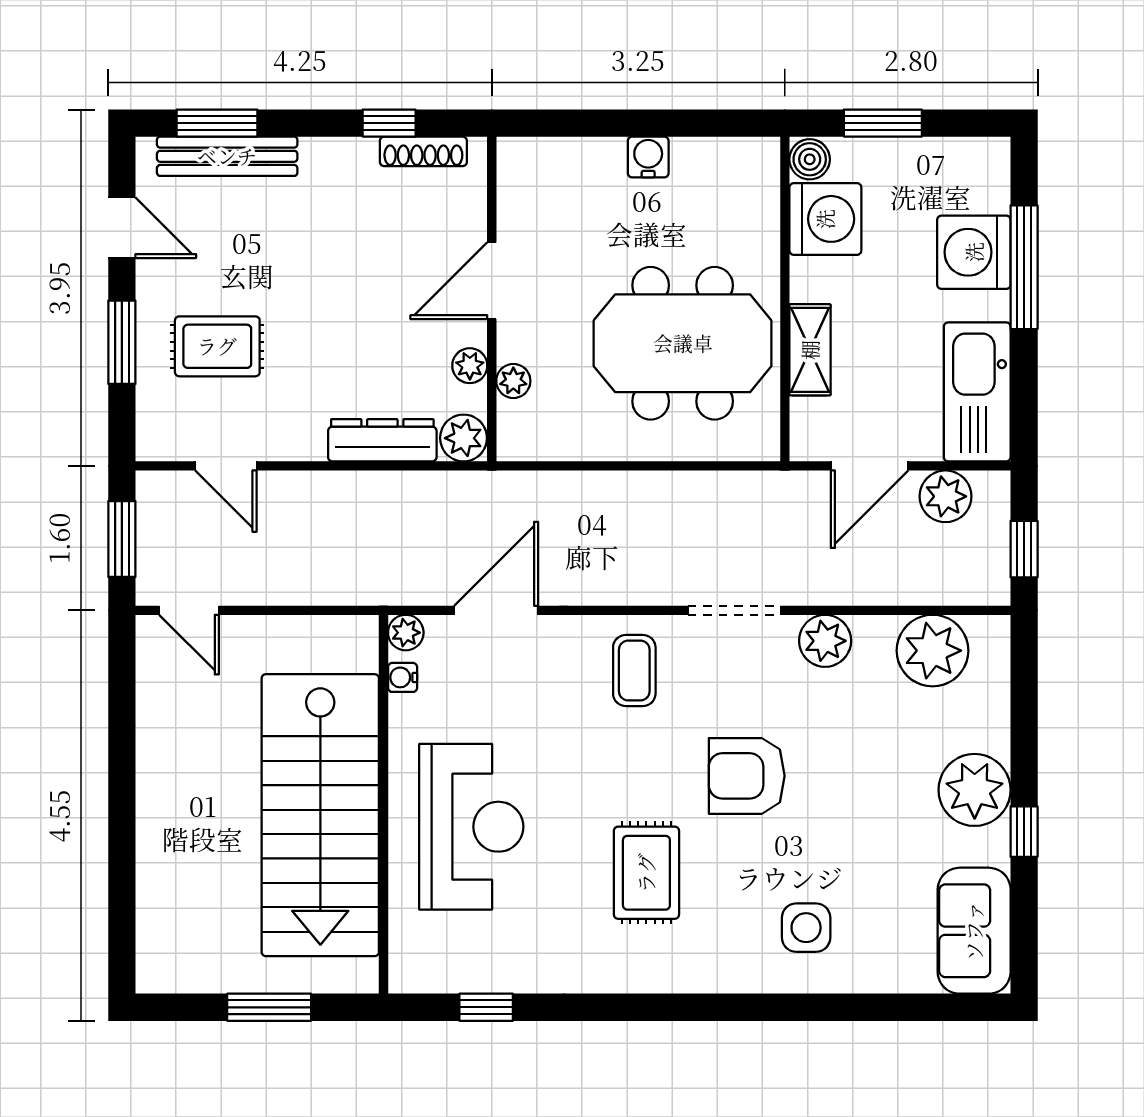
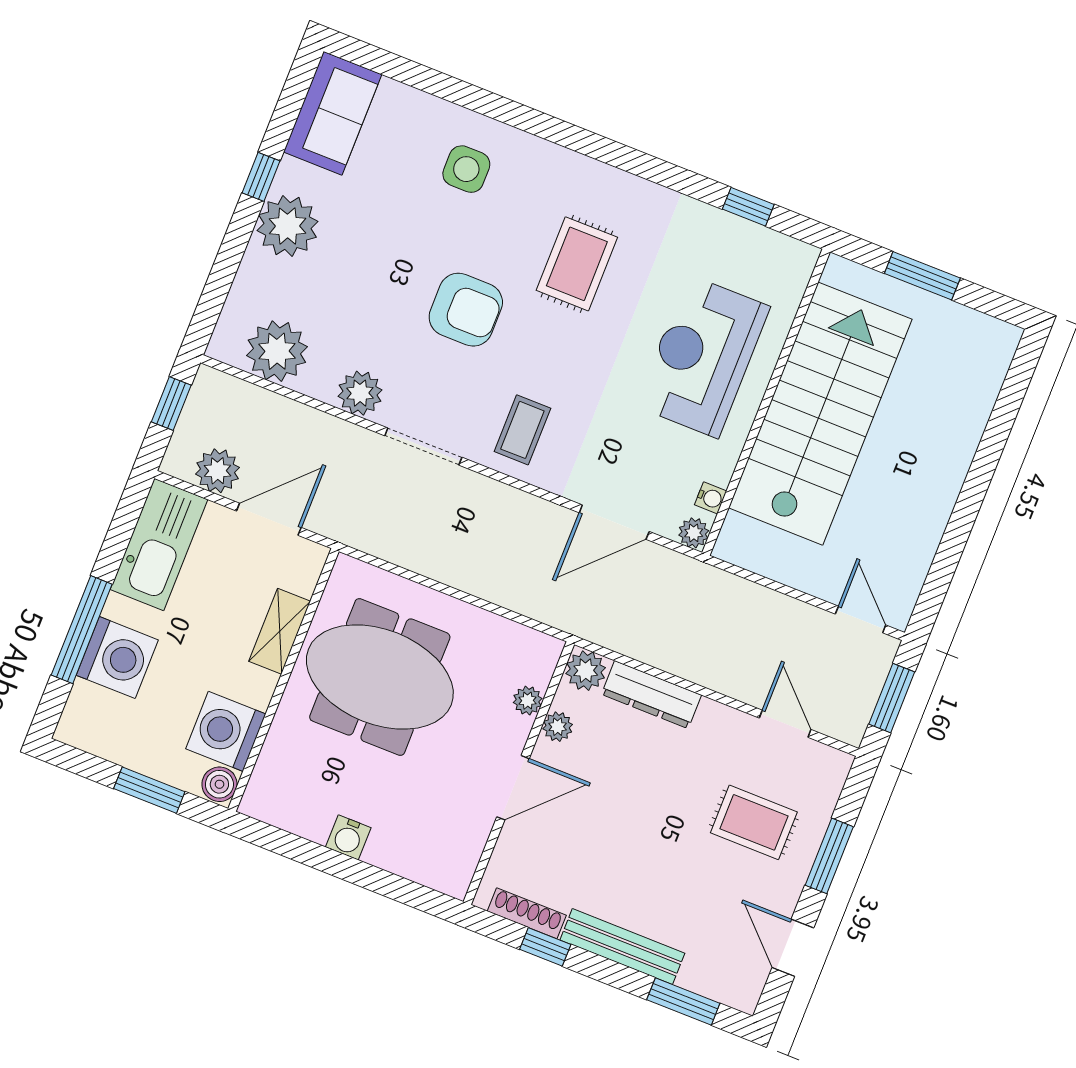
bench: (227, 156) -> (622, 947), moved

